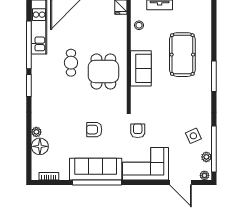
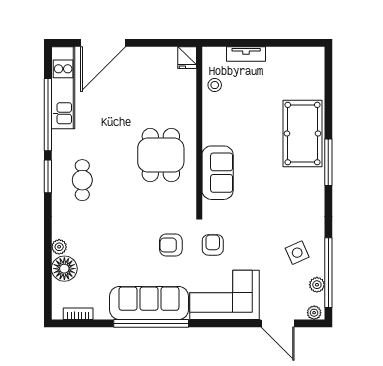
pool table: (182, 55) -> (302, 134), moved
cafe table: (71, 63) -> (82, 180), moved
sofa: (141, 68) -> (218, 173), moved
armchair: (94, 130) -> (171, 245), moved

